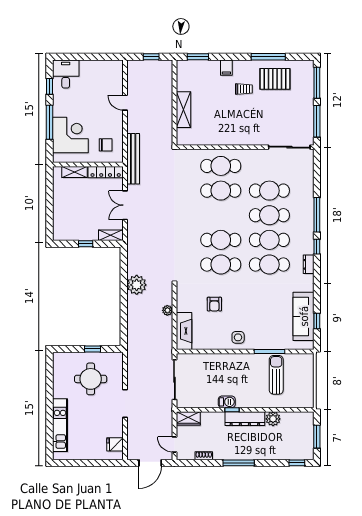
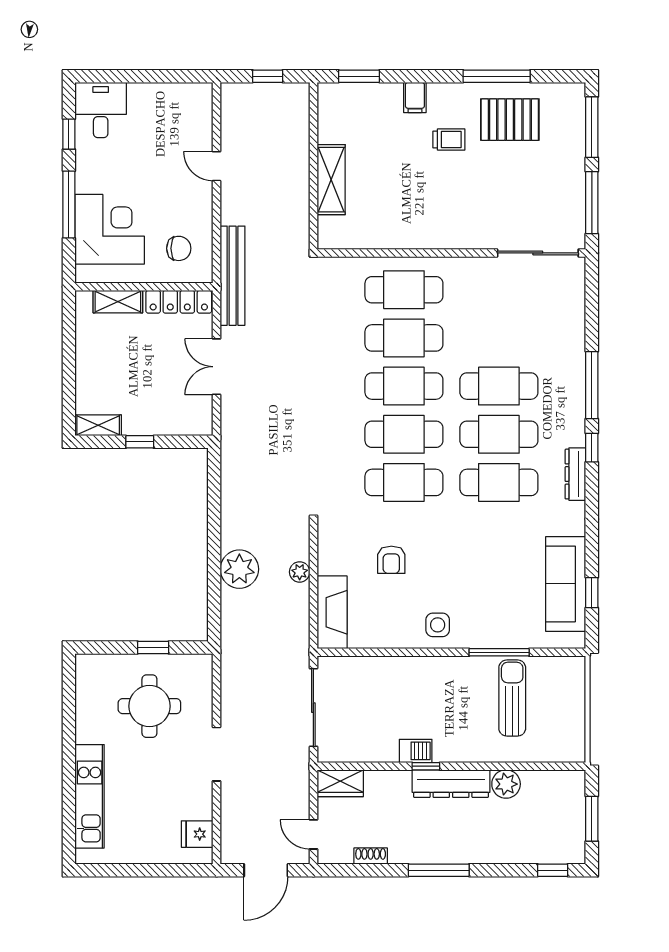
cafe table: (269, 191) -> (404, 386), moved
shelving: (110, 235) -> (98, 425), moved
dresser: (309, 264) -> (575, 474), width x1.44
plant: (137, 285) -> (239, 569), moved

